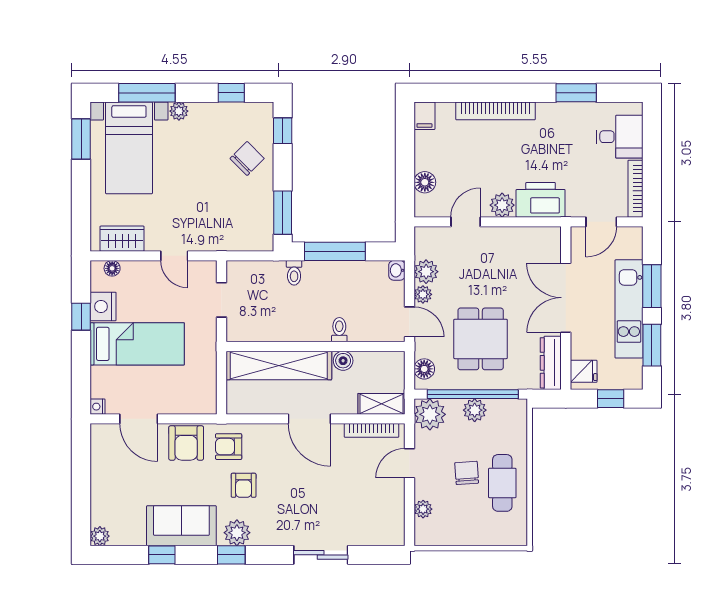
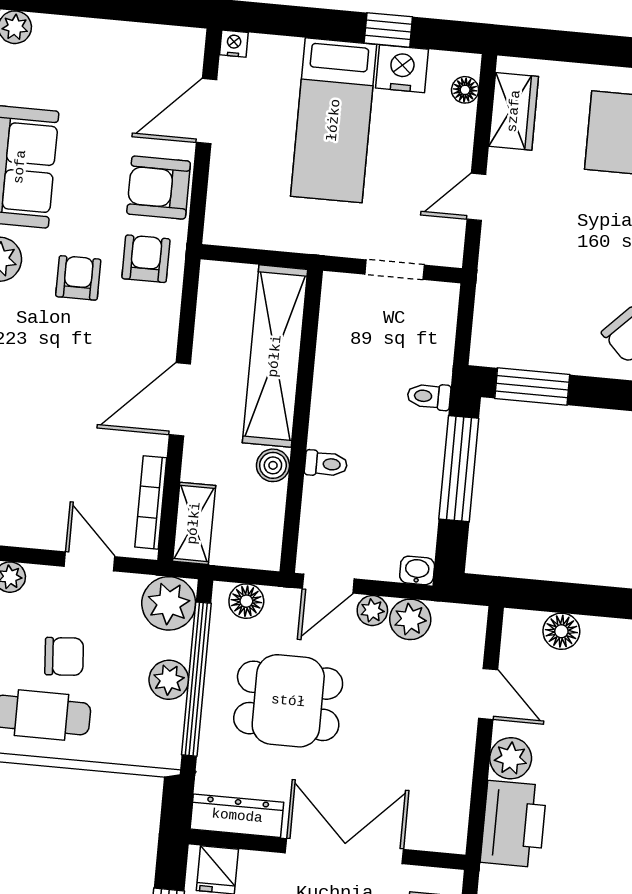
armchair: (244, 485) -> (78, 278), turned 90

